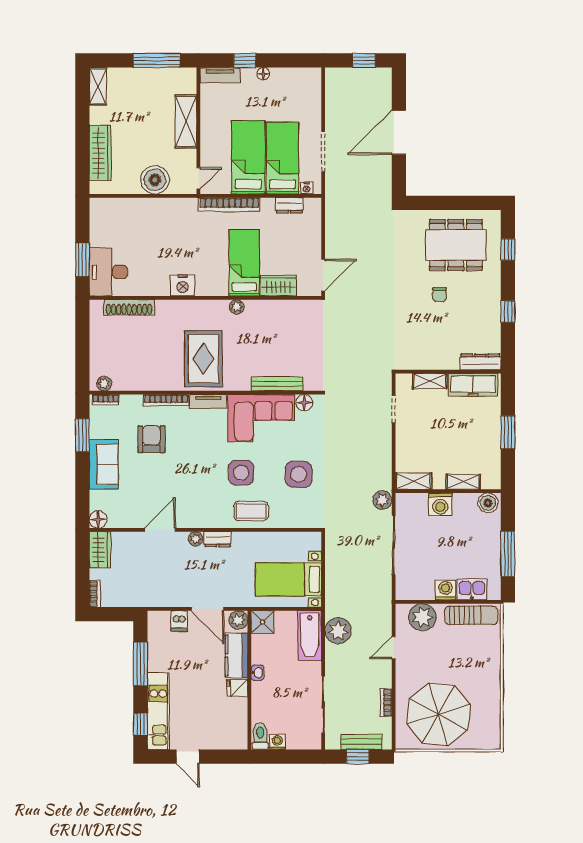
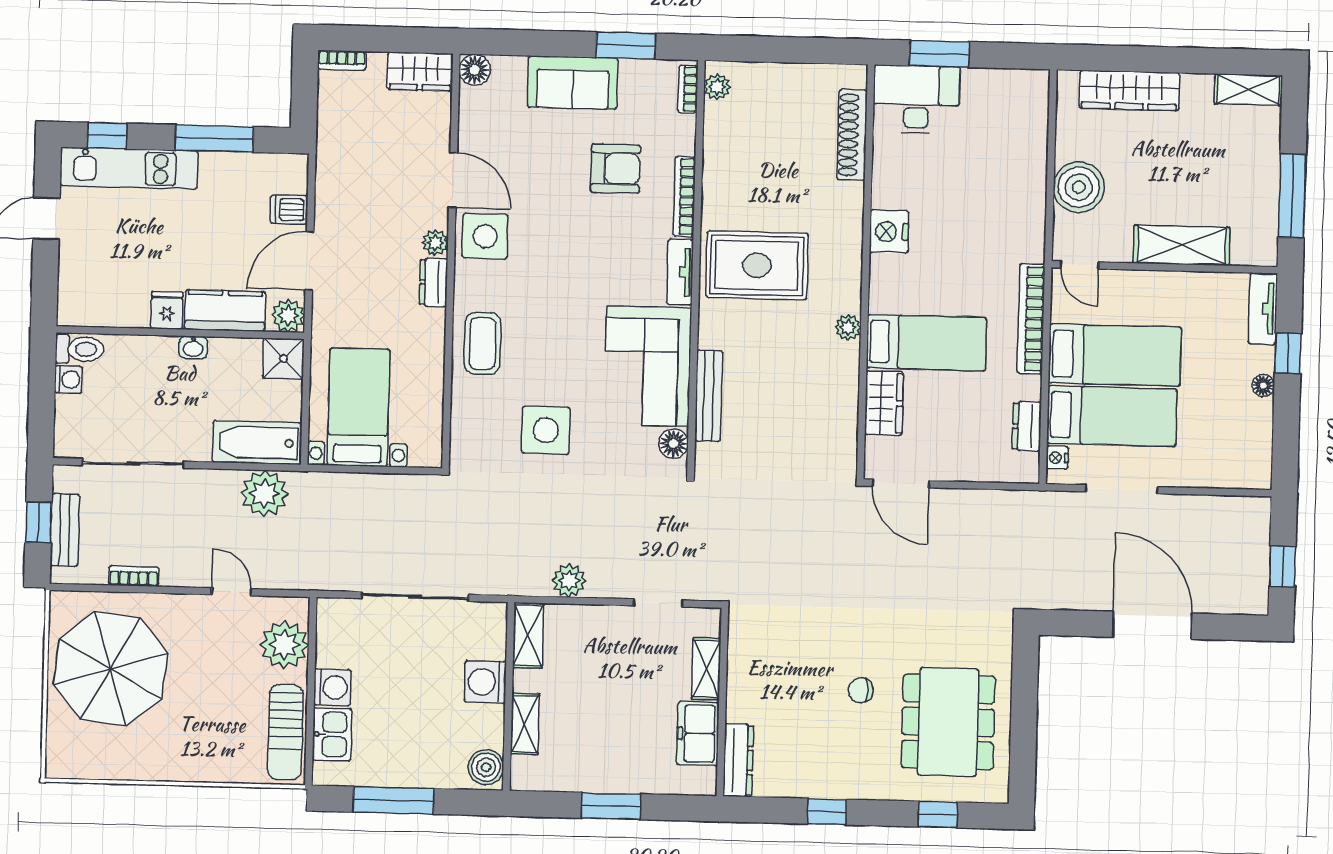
freezer: (473, 385) -> (698, 734), width x0.71
side table: (241, 473) -> (485, 236), moved
plant: (382, 500) -> (569, 581), moved

